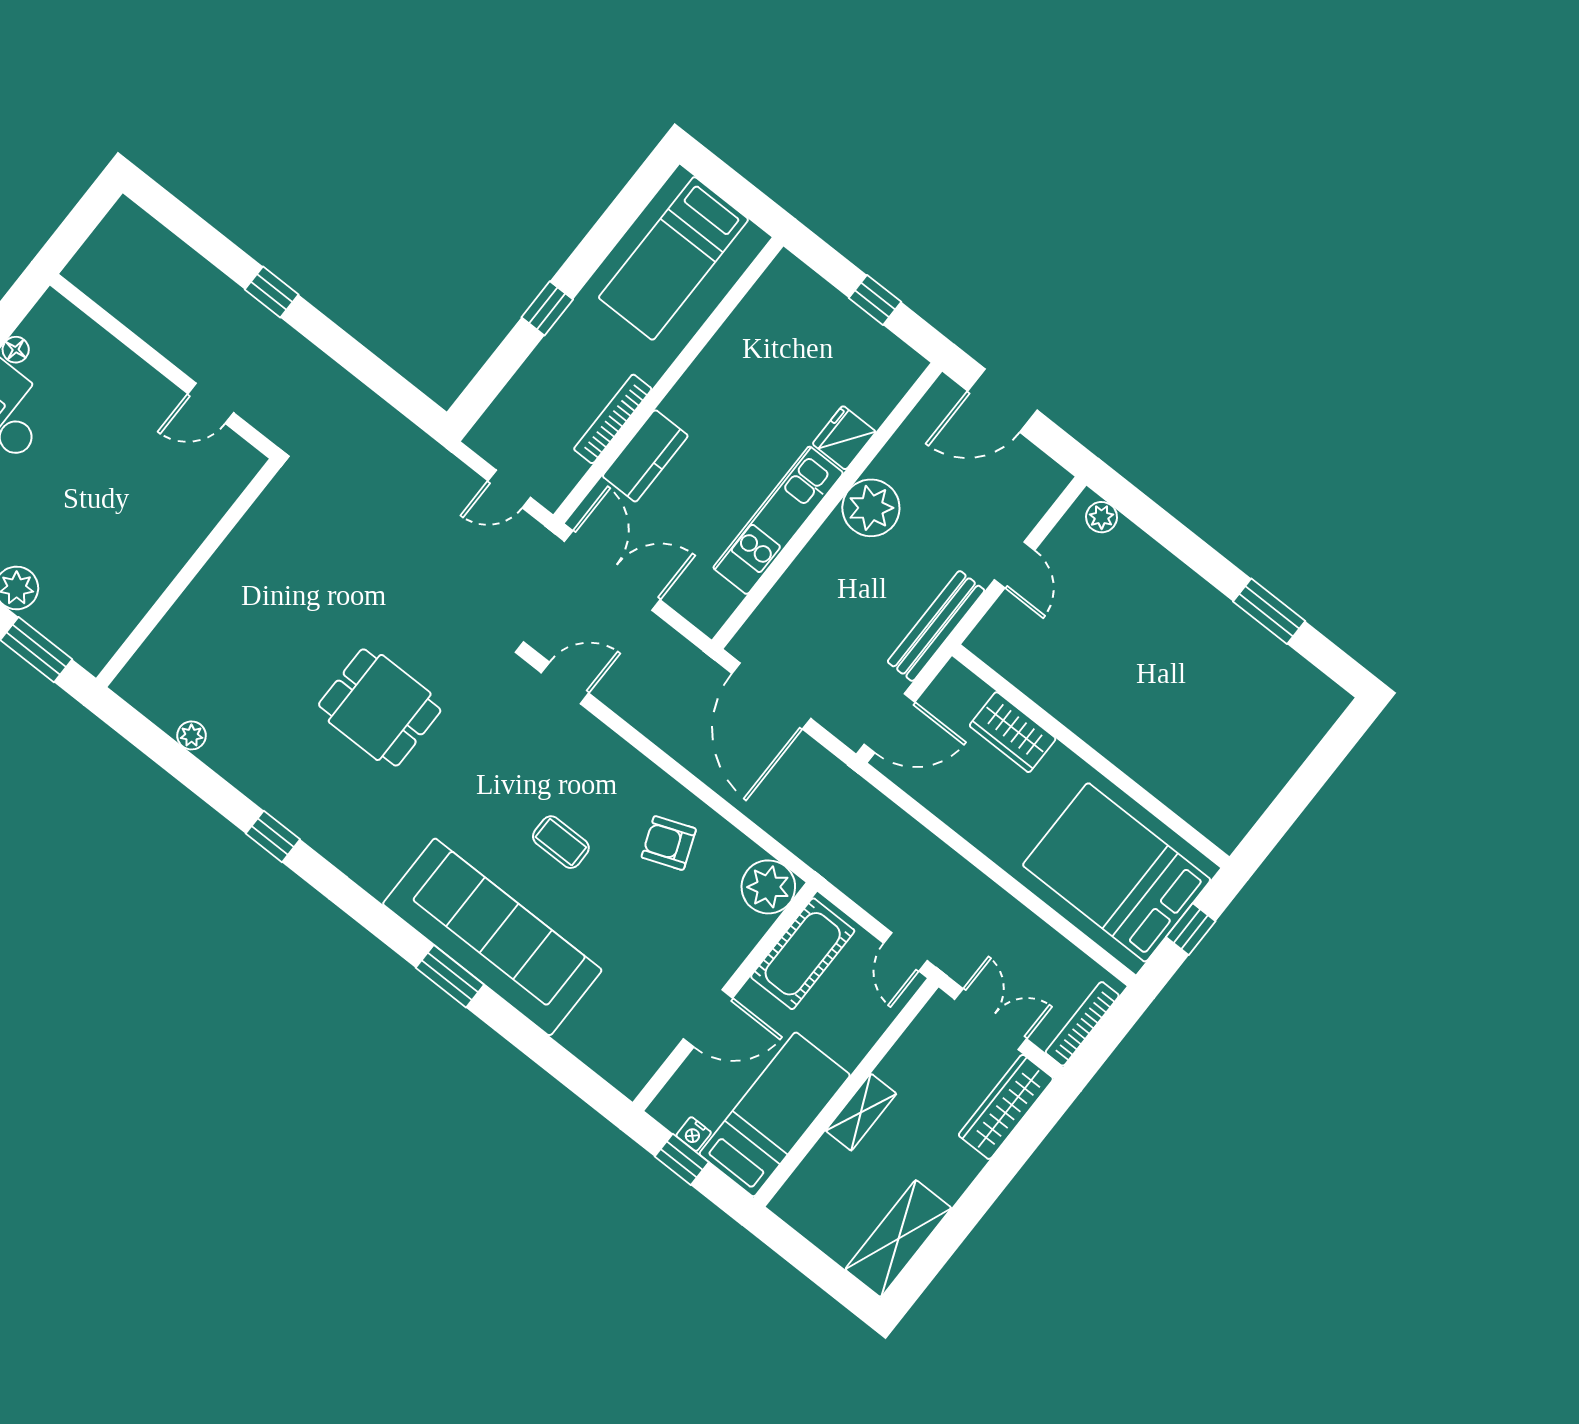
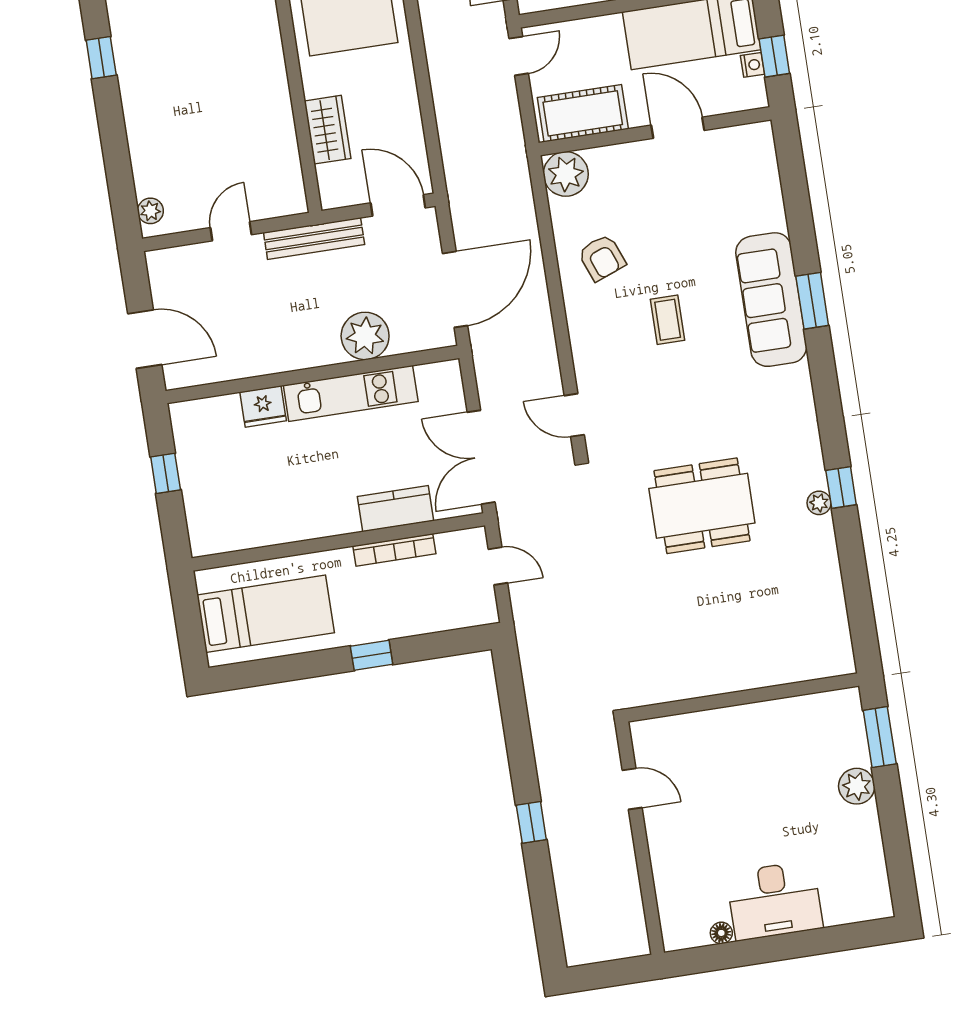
plant: (871, 508) -> (365, 336), moved
window: (1269, 611) -> (101, 58), width x0.67
dining table: (380, 707) -> (702, 506), width x1.38
plant: (192, 735) -> (819, 503), moved
sofa: (492, 937) -> (771, 300), width x0.74, depth x0.79

